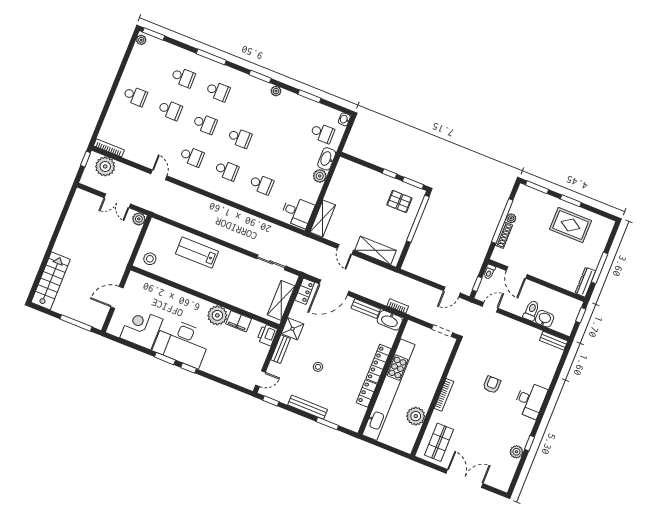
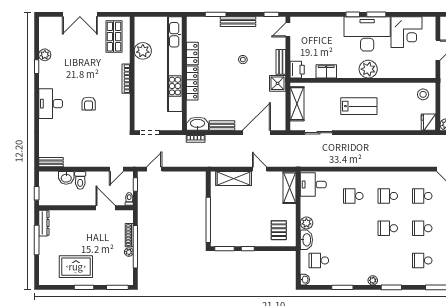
pallet: (399, 201) -> (279, 230), moved, turned 90
fridge: (156, 229) -> (429, 122), added
lab bench: (197, 253) -> (359, 106), moved
locker: (305, 291) -> (280, 119), removed
plant: (217, 315) -> (368, 69), moved

